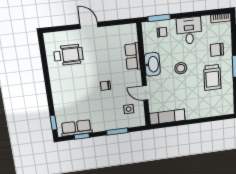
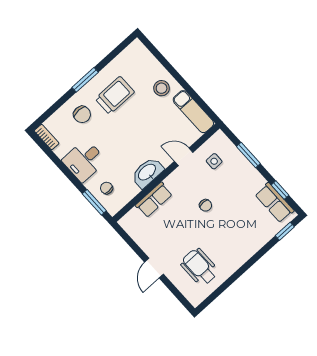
stool: (181, 68) -> (162, 88), moved
door: (145, 93) -> (184, 157), swing flipped

